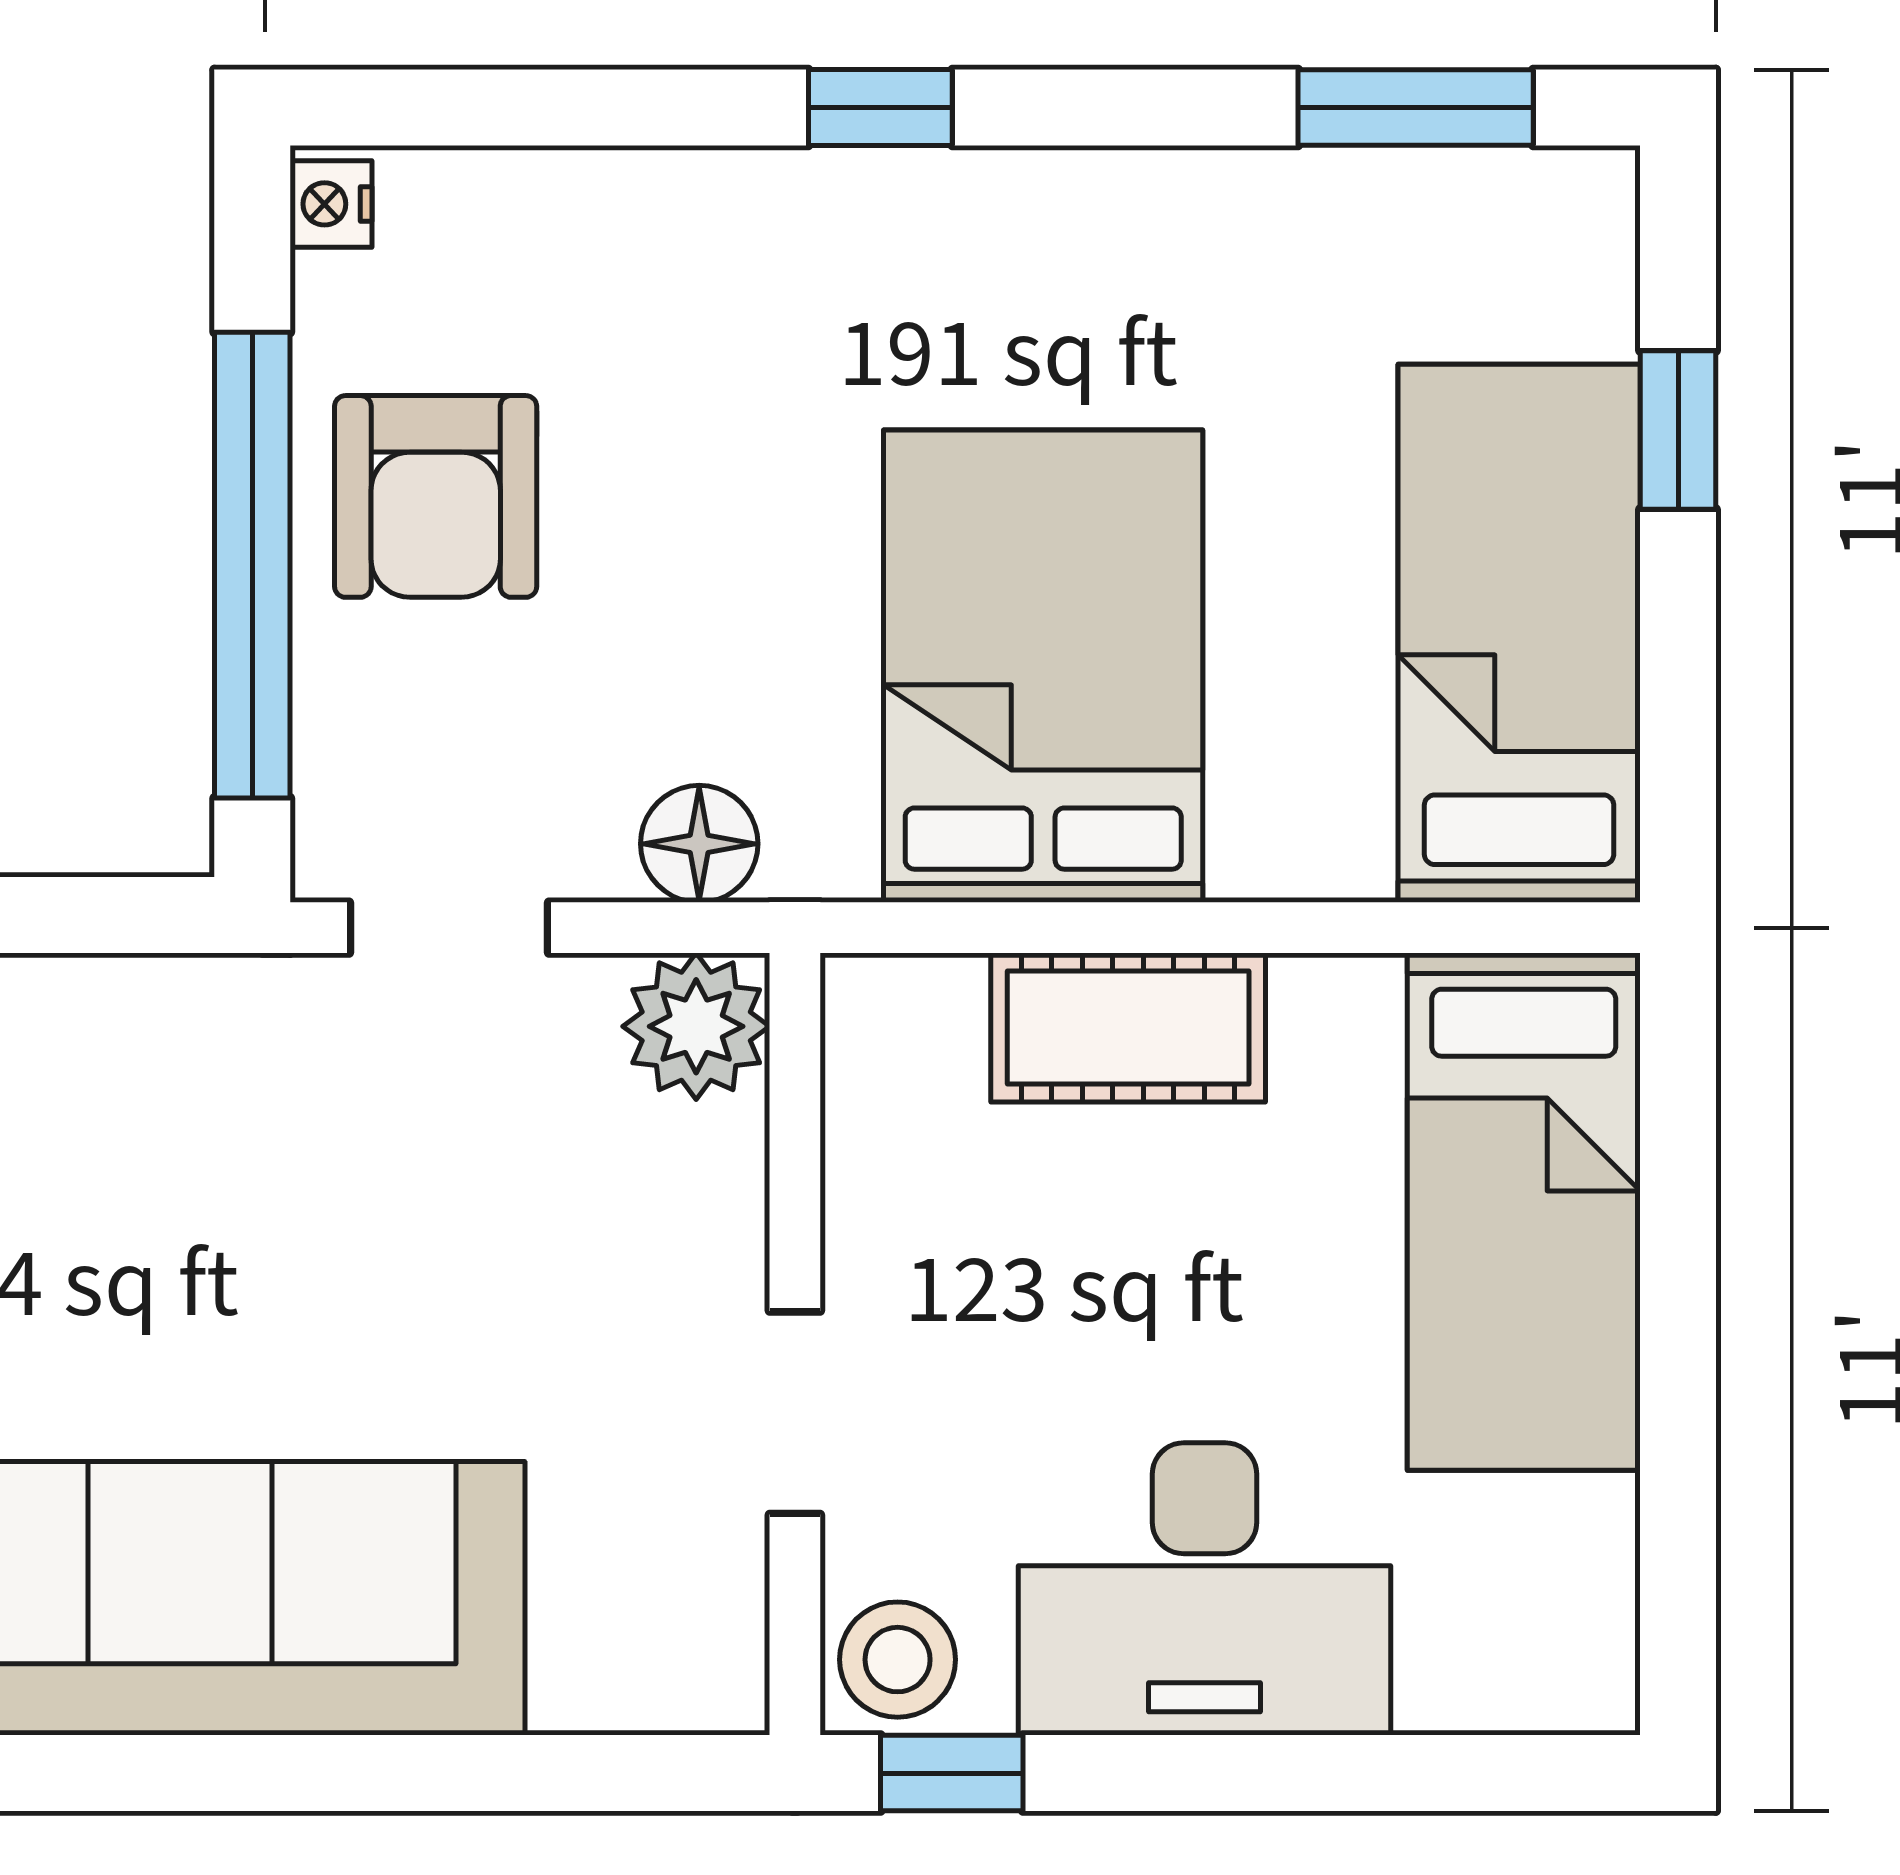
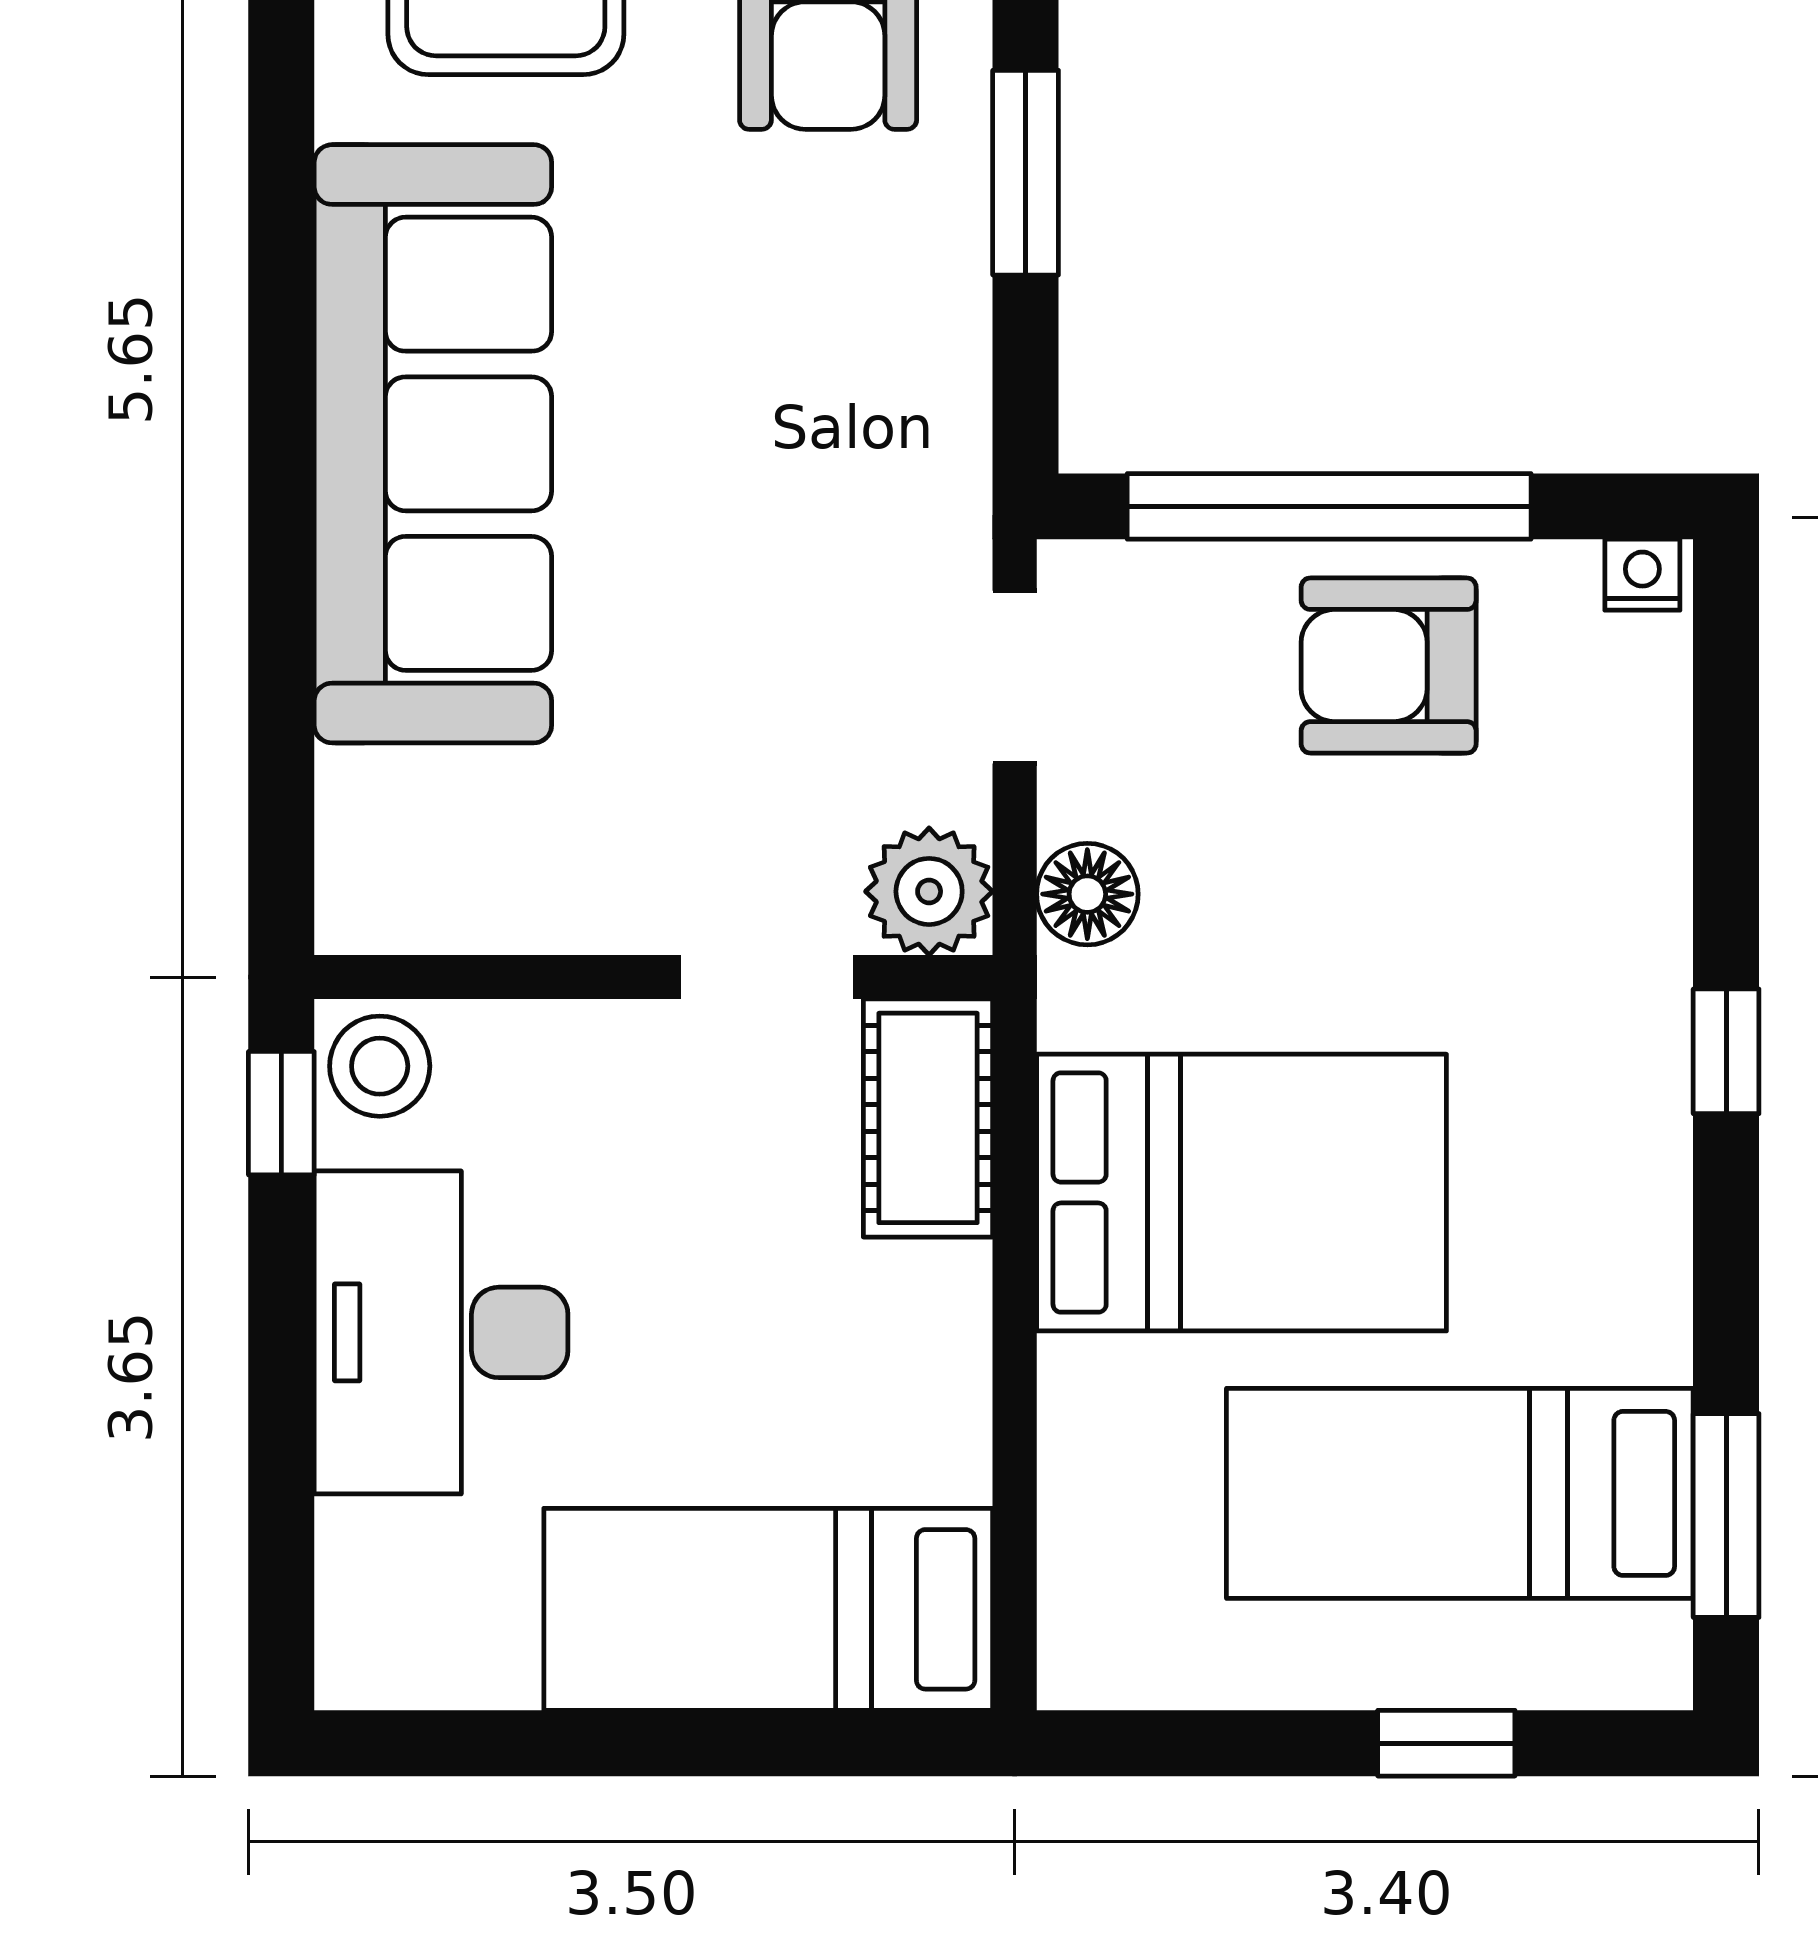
bed: (1519, 633) -> (1460, 1493), moved, turned 180
cot: (1128, 1027) -> (928, 1118), moved
doorway: (795, 1413) -> (767, 977), moved

